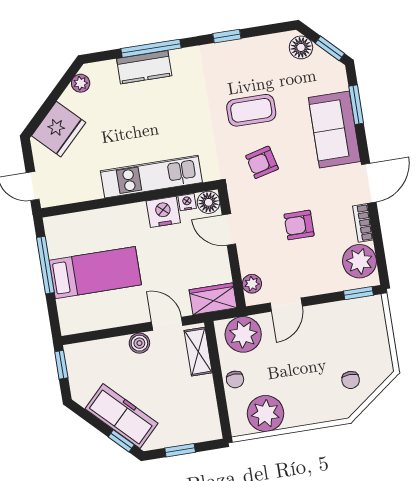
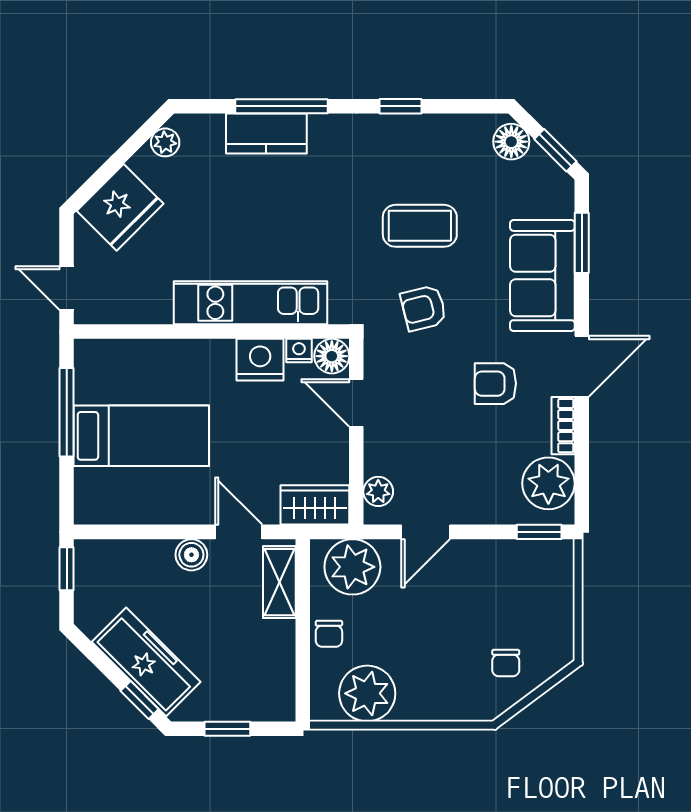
armchair: (299, 225) -> (495, 384), moved

